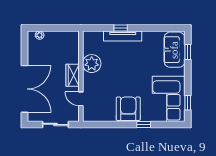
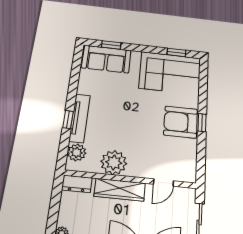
plant: (96, 37) -> (77, 152), added
dresser: (74, 40) -> (77, 184), added
wardrobe: (73, 75) -> (120, 190), width x1.50
window: (144, 124) -> (202, 123), moved

